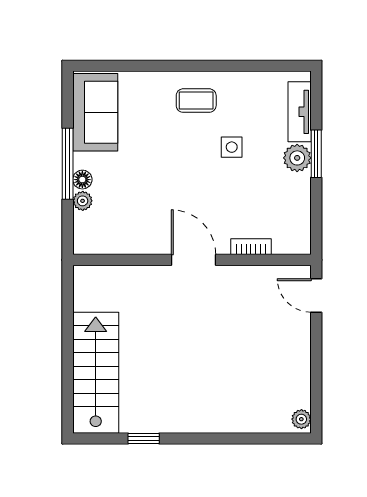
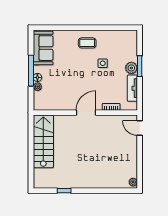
tv unit: (300, 112) -> (132, 88), moved
door: (193, 260) -> (86, 113), hinge flipped
stairs: (96, 373) -> (43, 141), moved

